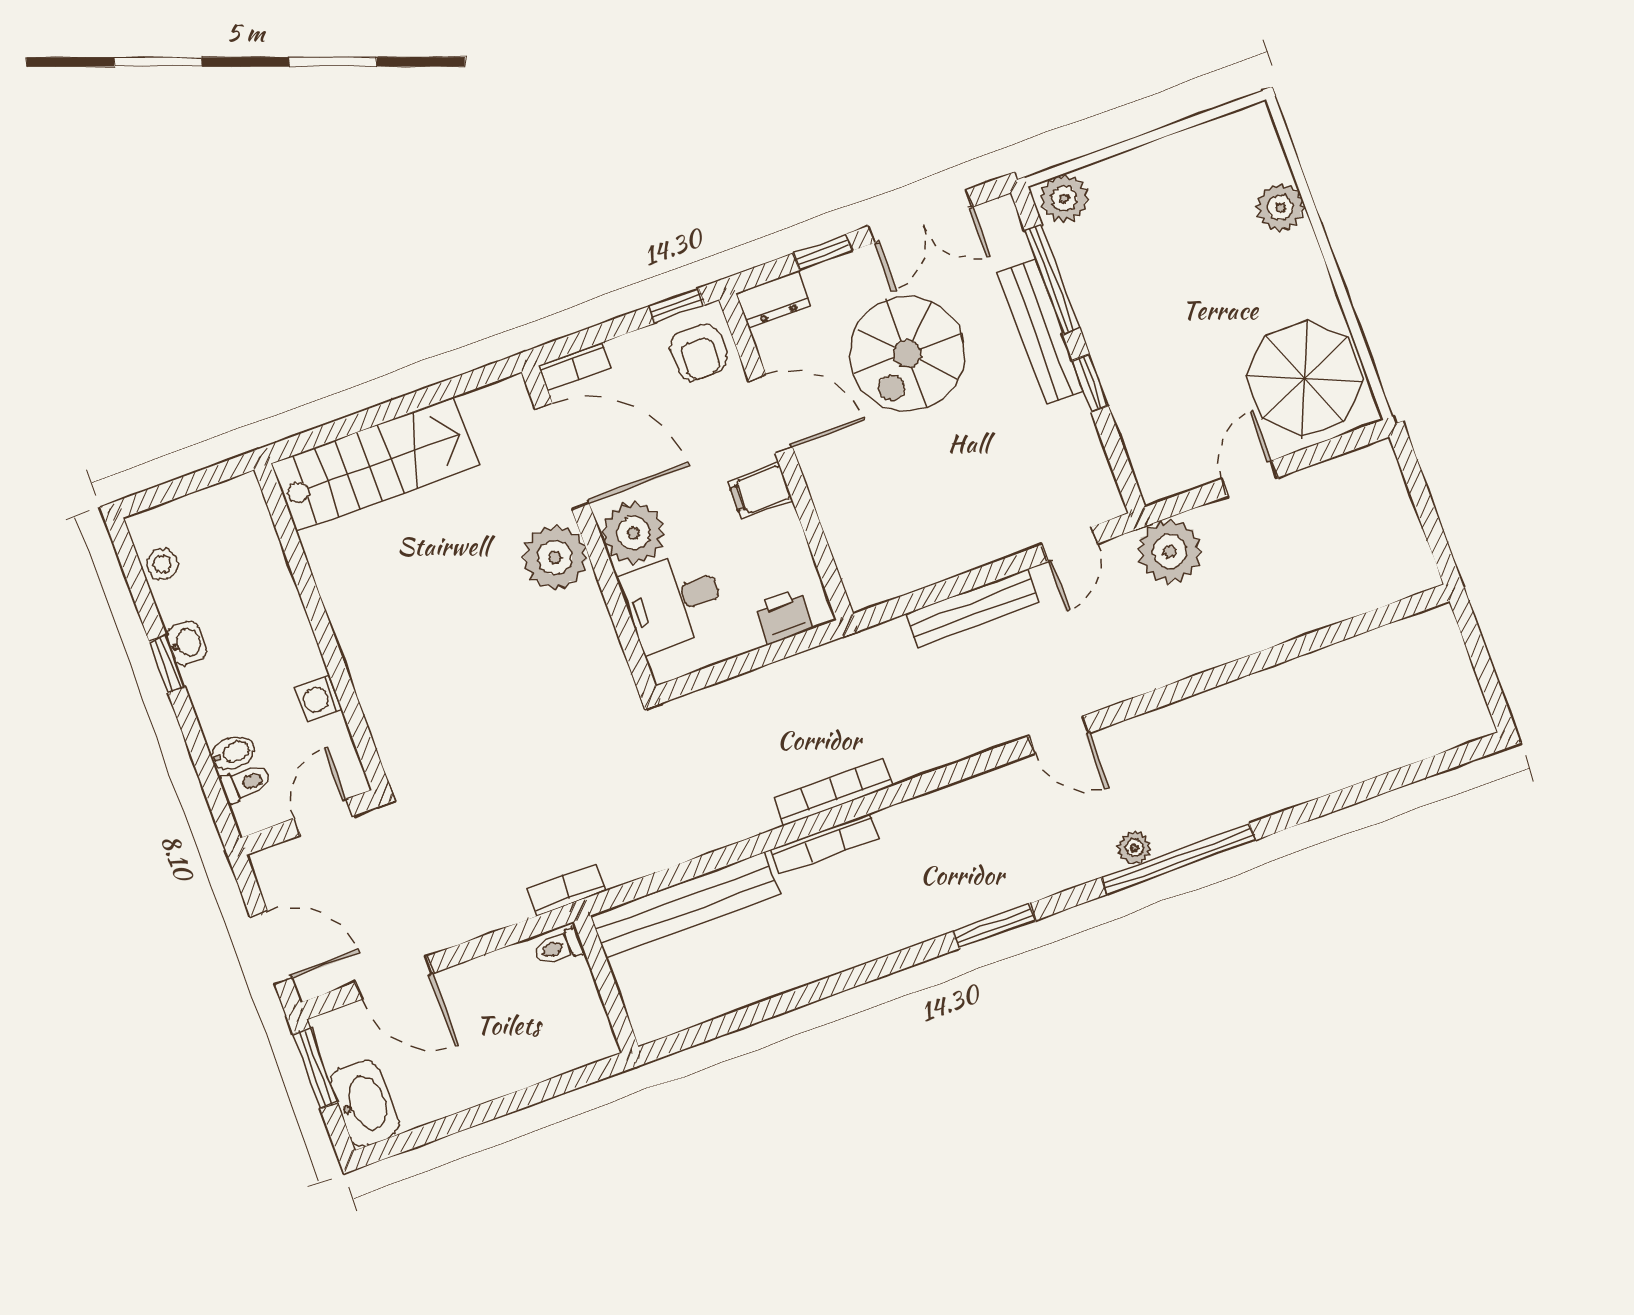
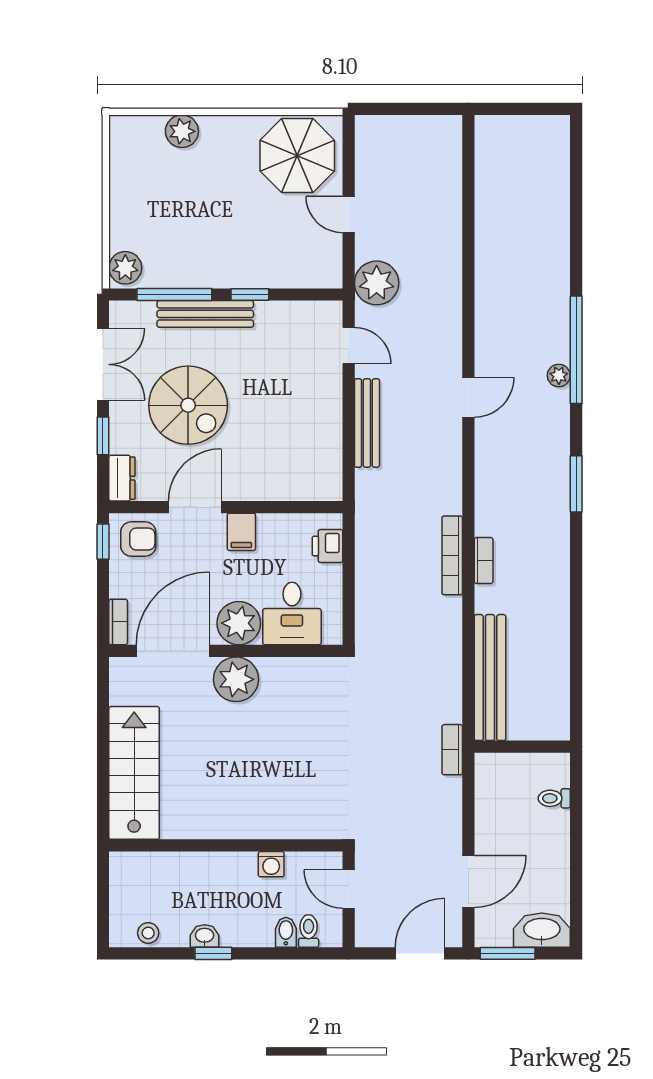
bookcase: (824, 844) -> (484, 561), width x0.64
toilet: (558, 947) -> (554, 798), moved, turned 90

